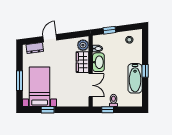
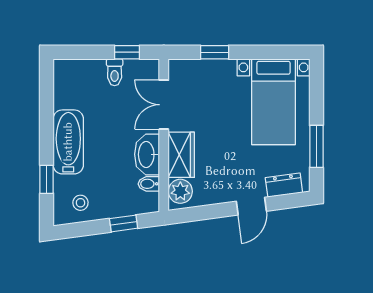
window: (145, 71) -> (47, 179), moved
bathtub: (135, 78) -> (68, 142), moved
window: (20, 81) -> (316, 146), moved
window: (48, 110) -> (215, 52), moved

